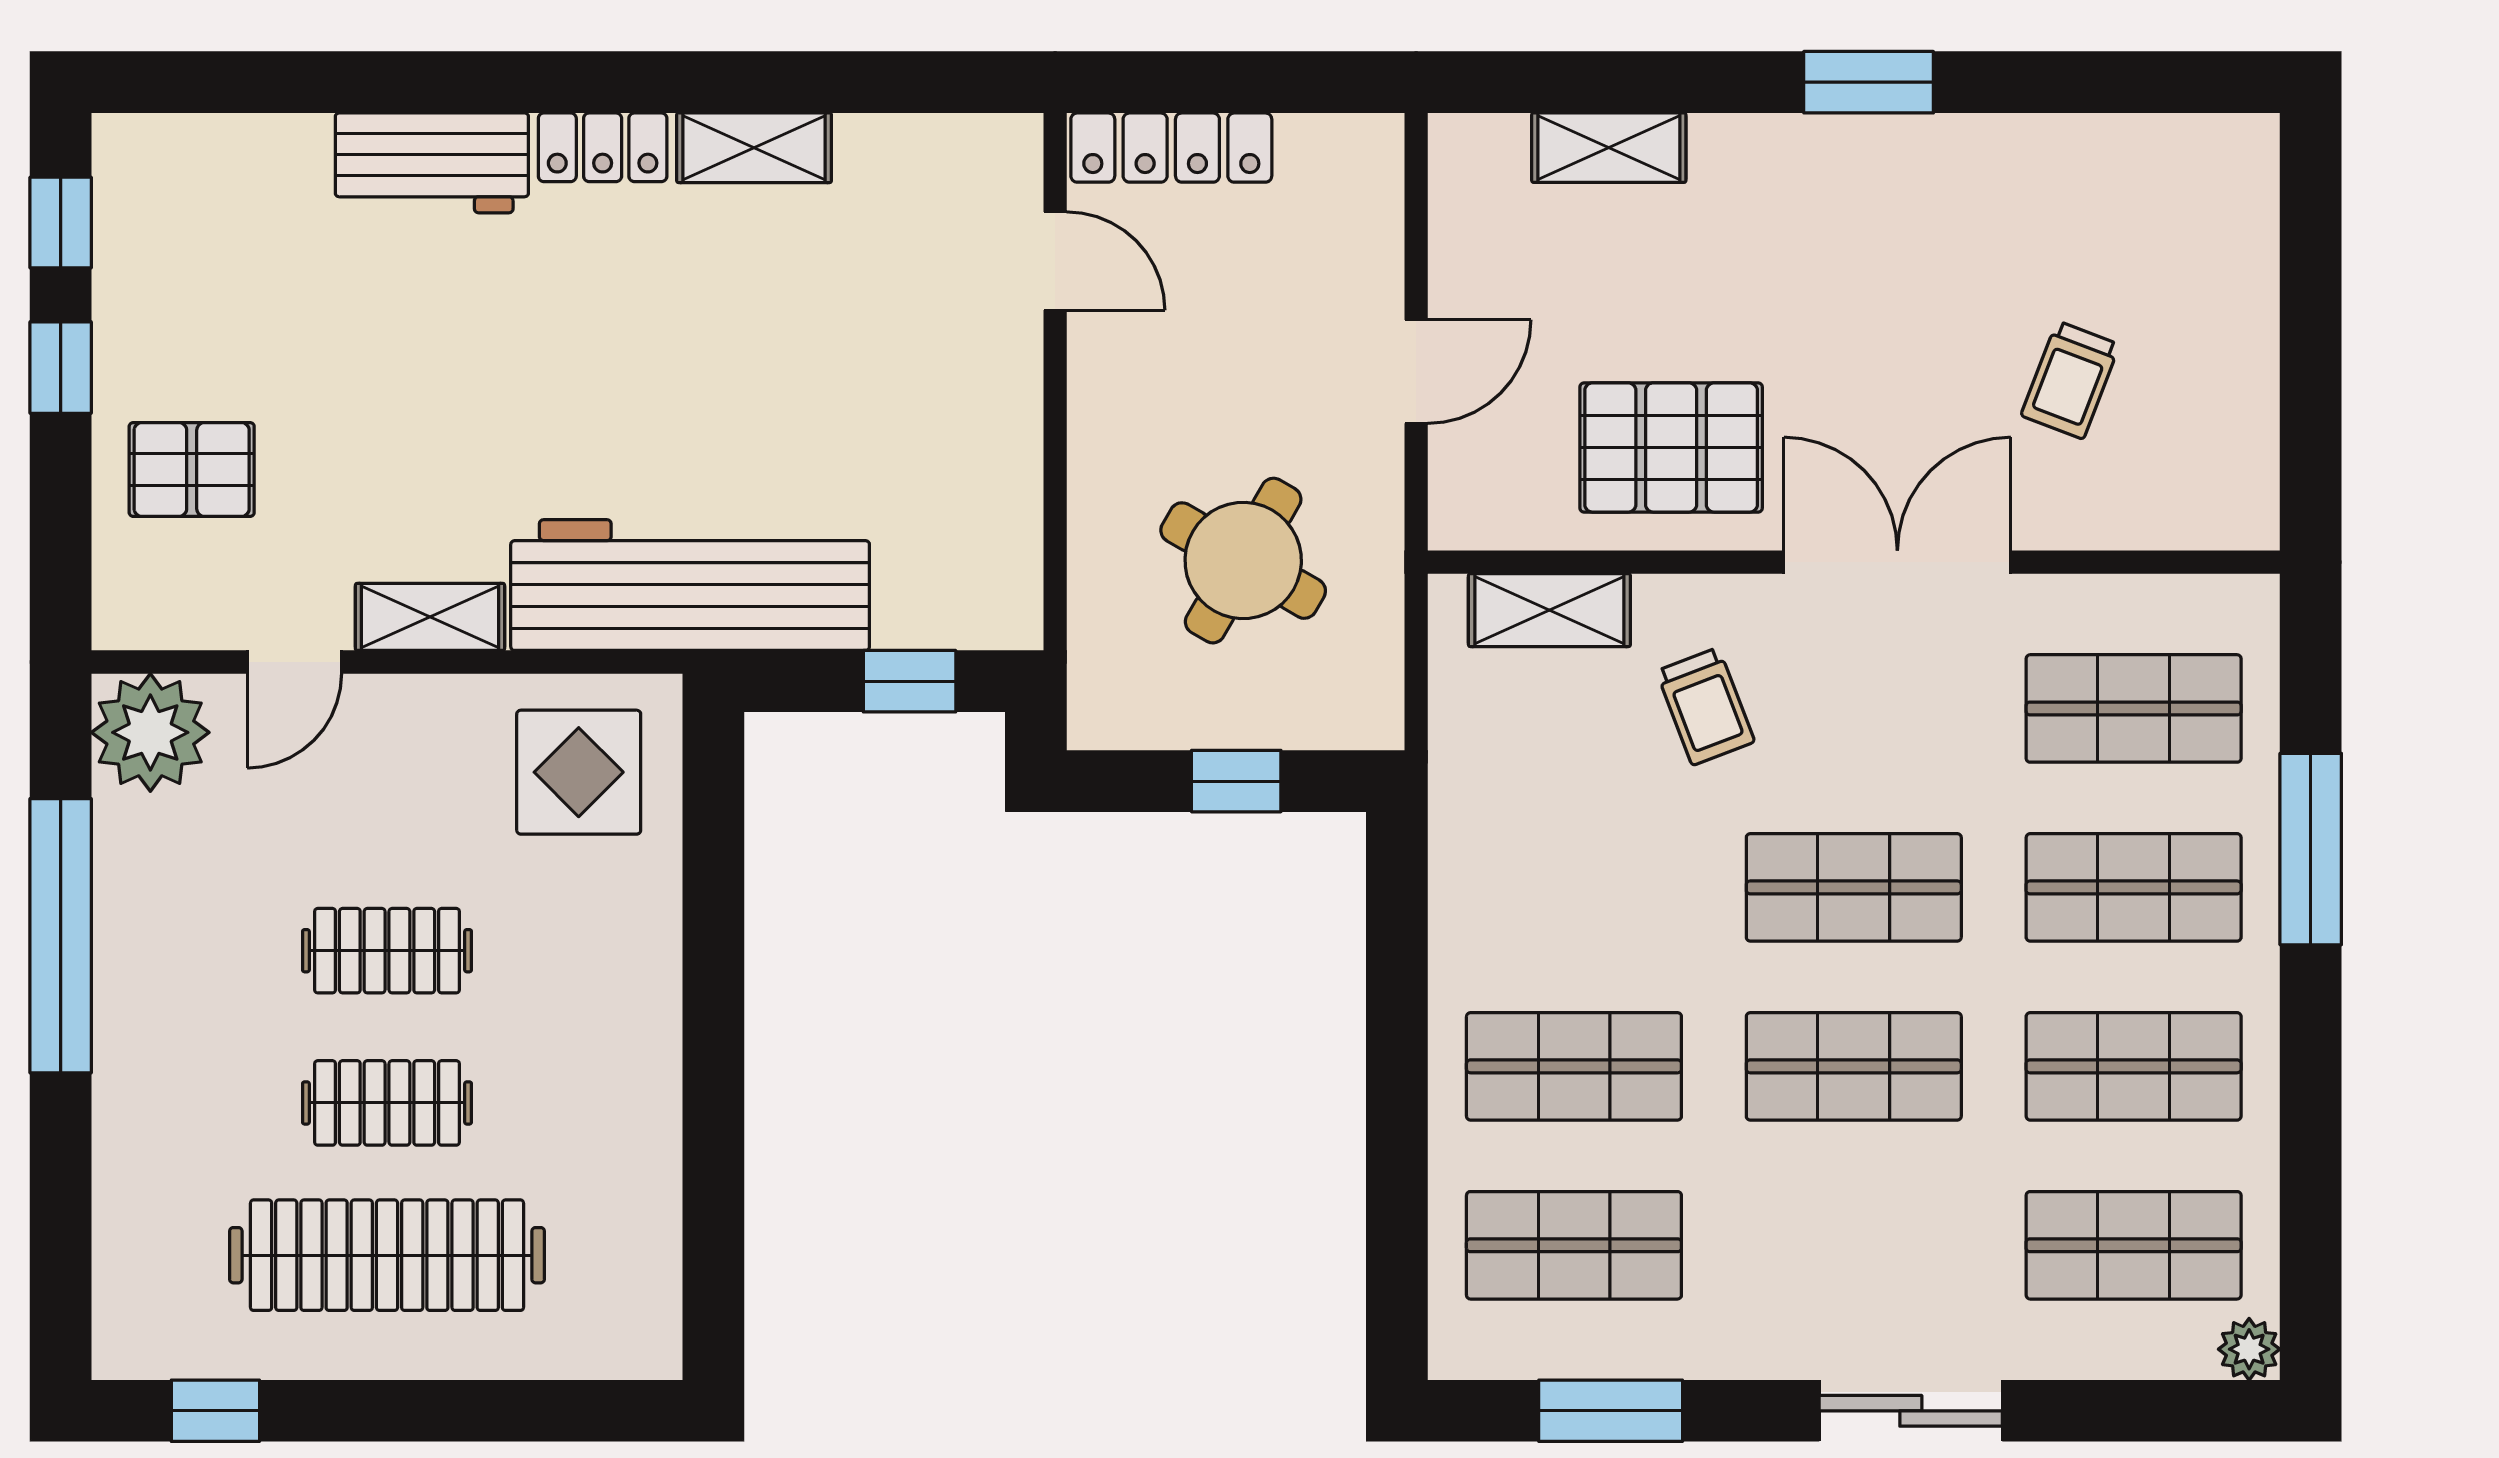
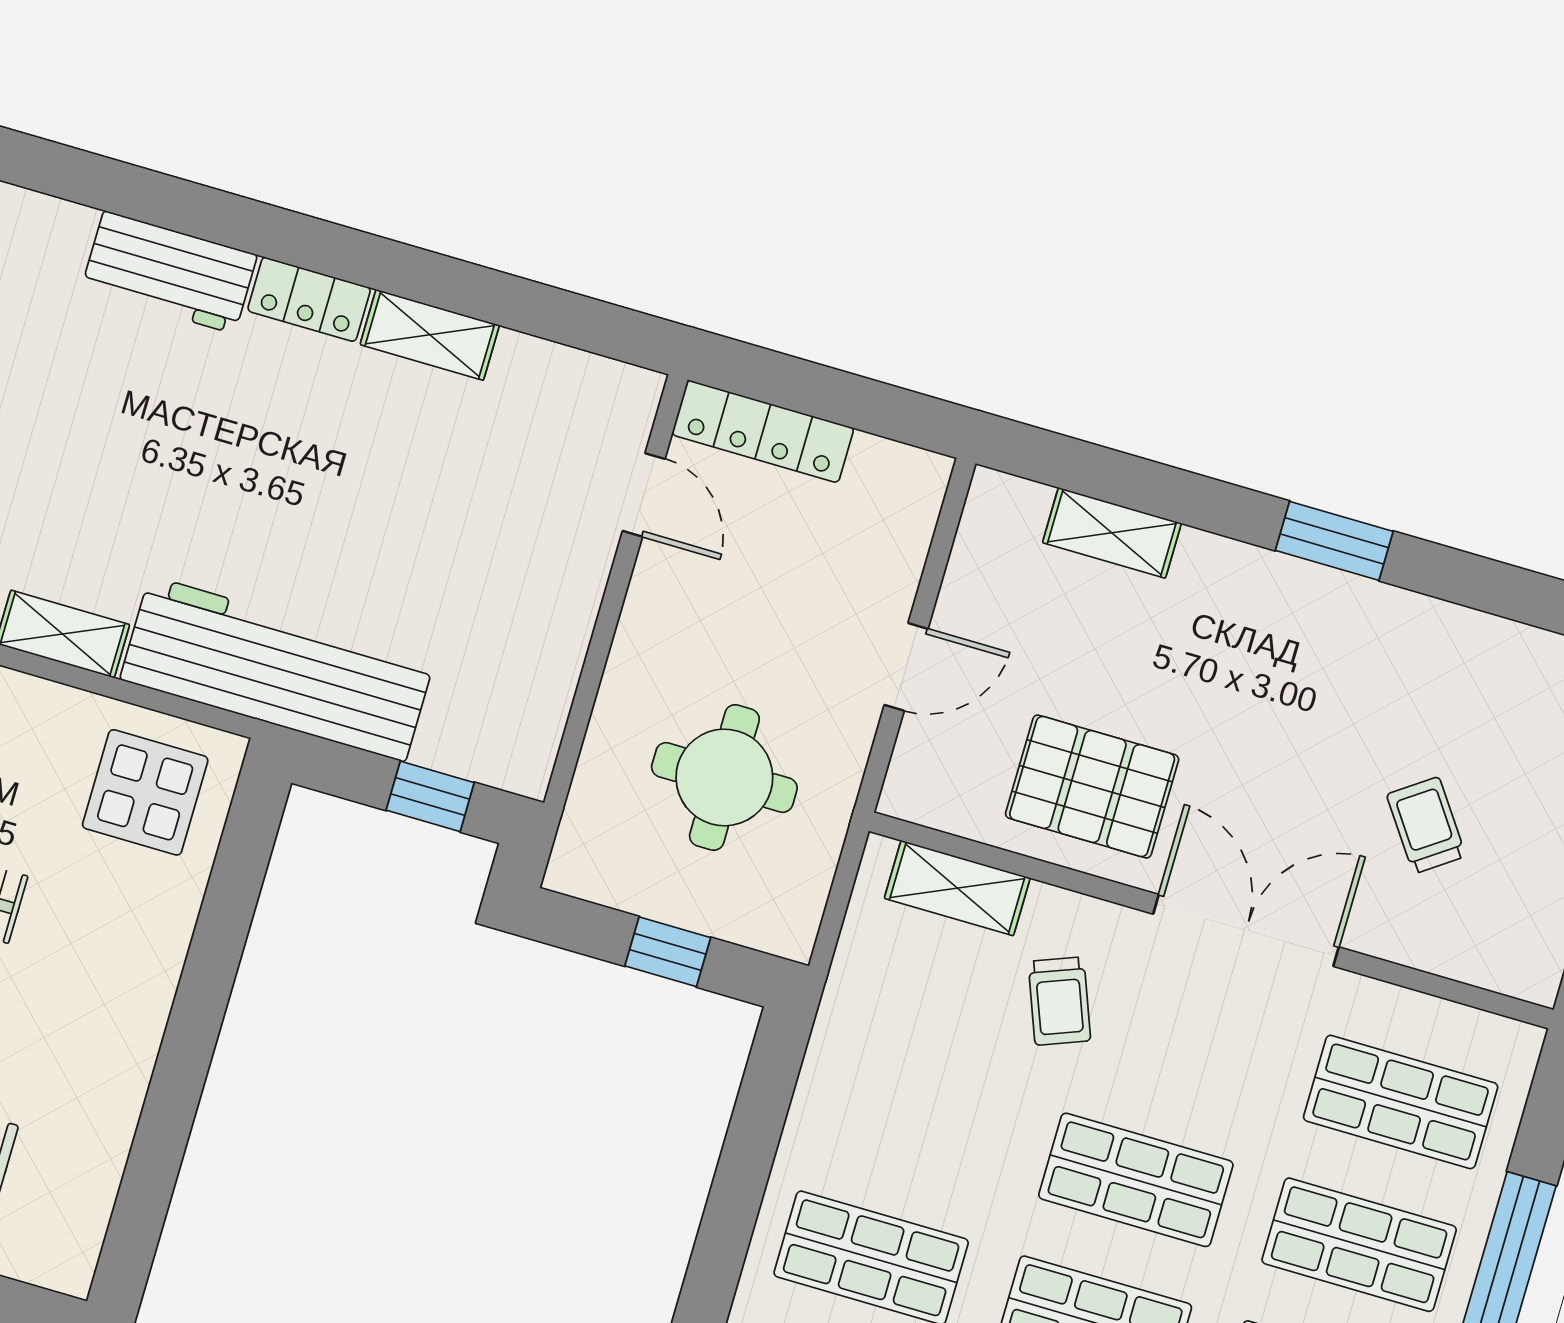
trolley: (2070, 380) -> (1426, 825), turned 124
round table: (1243, 561) -> (724, 777), turned -30

